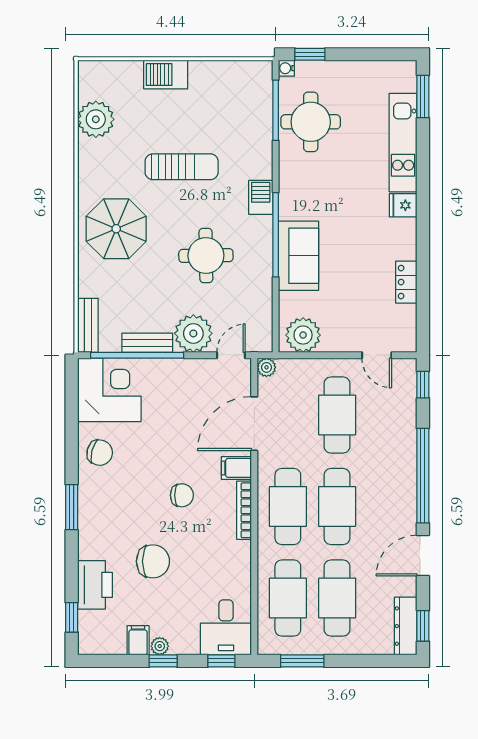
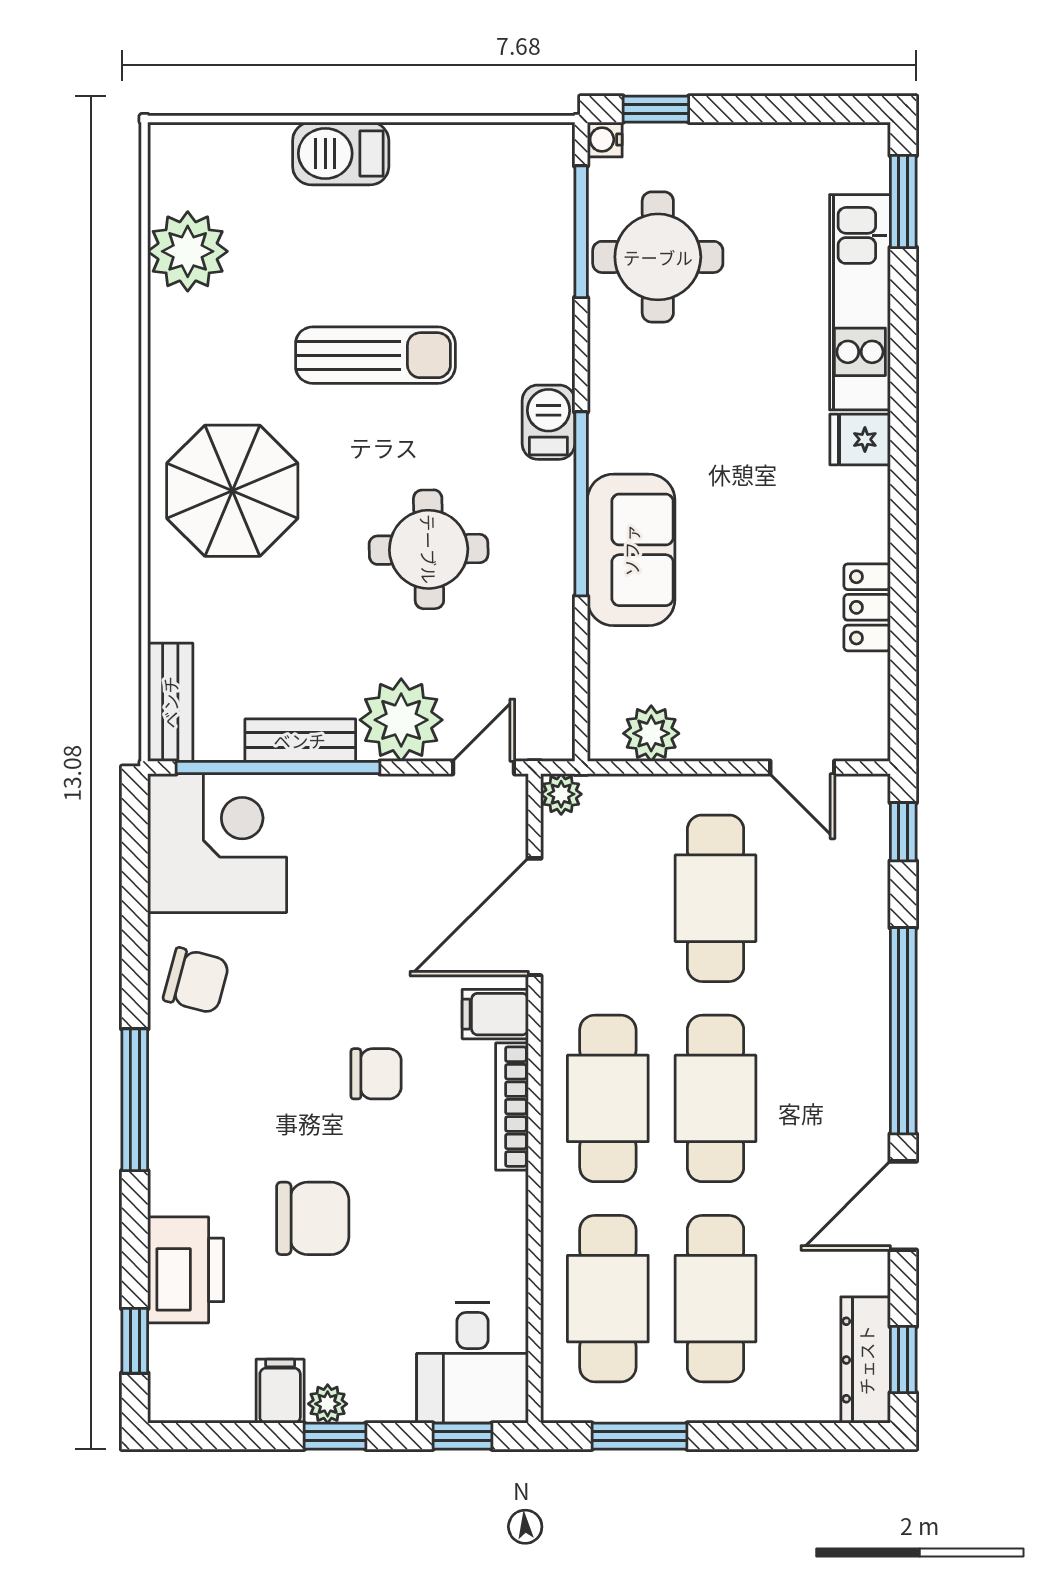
plant: (303, 335) -> (651, 733), width x0.73, depth x0.73
window: (72, 507) -> (135, 1100), width x1.44

